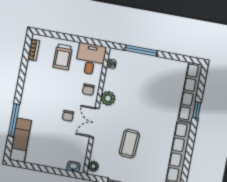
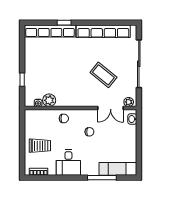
window: (141, 51) -> (22, 80), width x0.46
desk: (91, 59) -> (68, 162), moved, turned -90
plant: (108, 98) -> (49, 100), moved
double door: (94, 123) -> (111, 108), moved
coffee table: (129, 144) -> (103, 75), turned 36

